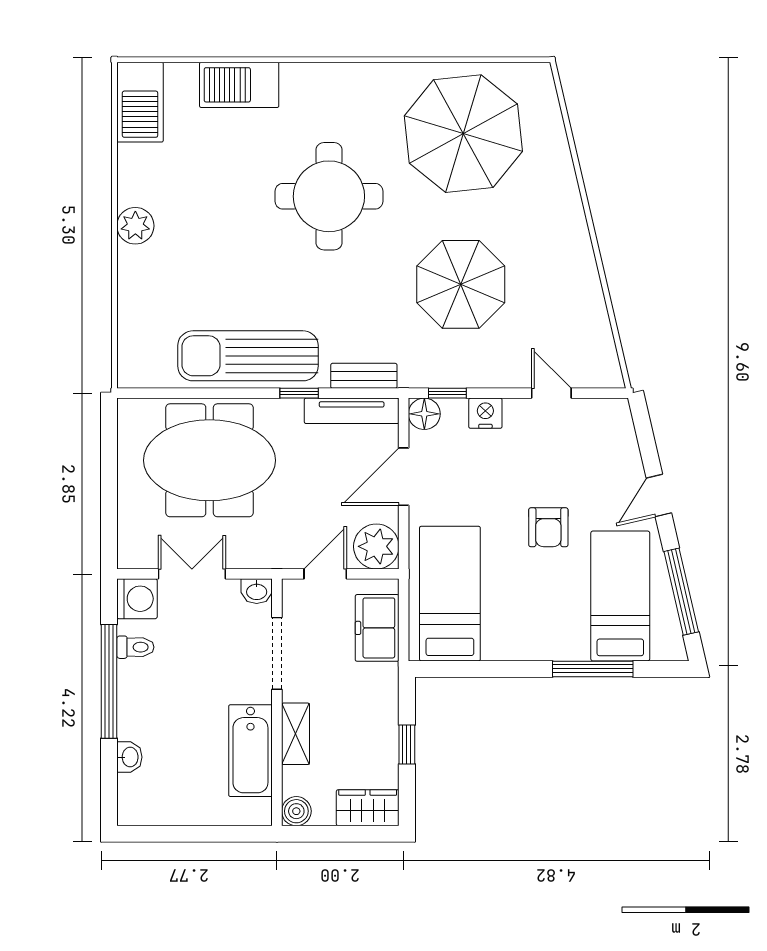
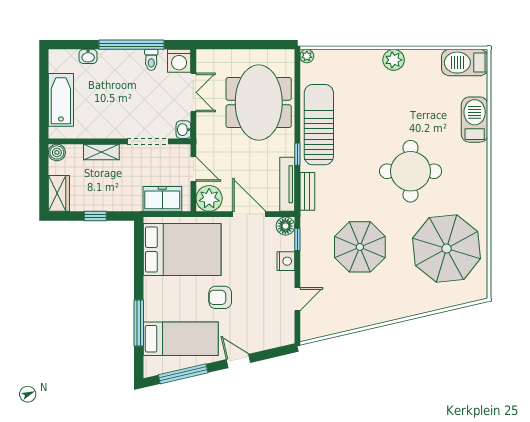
plant: (129, 377) -> (307, 56), added
bed: (450, 594) -> (182, 249), width x1.50
bathtub: (250, 751) -> (61, 100), moved, turned 90

